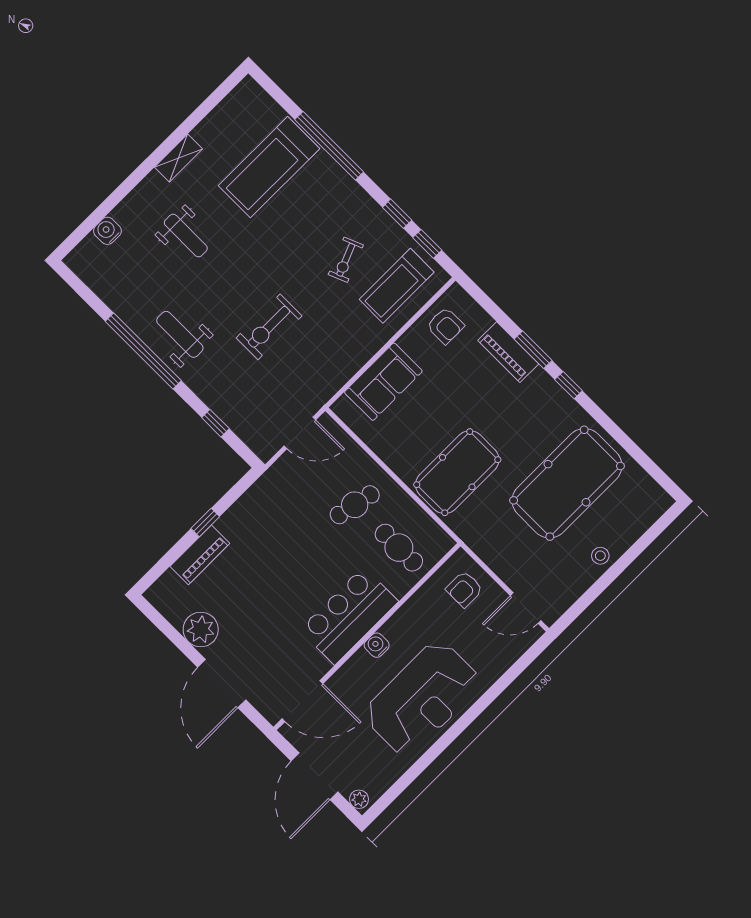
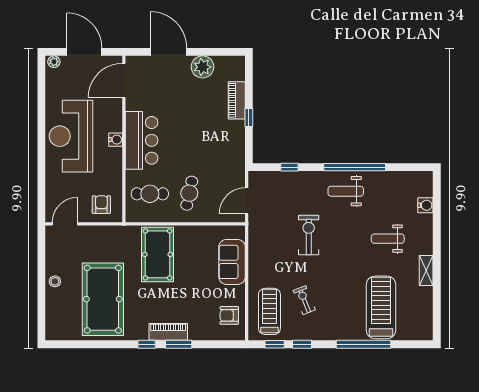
weight bench: (180, 334) -> (346, 191), turned 180
piano: (508, 352) -> (168, 332), moved

